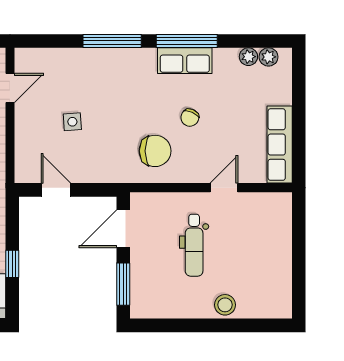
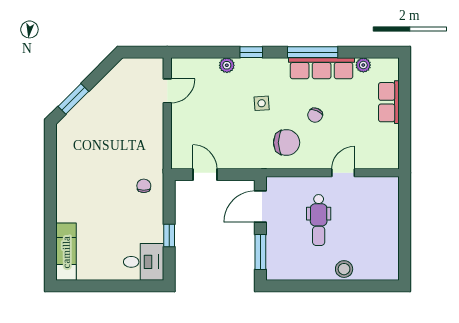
window: (112, 41) -> (251, 52), width x0.46
plant: (269, 57) -> (227, 65), moved
row of seats: (185, 61) -> (322, 68), width x1.48
side table: (72, 122) -> (262, 103), moved
row of seats: (280, 145) -> (389, 102), moved, width x0.68

